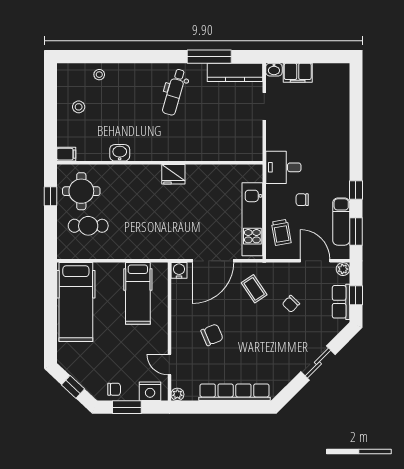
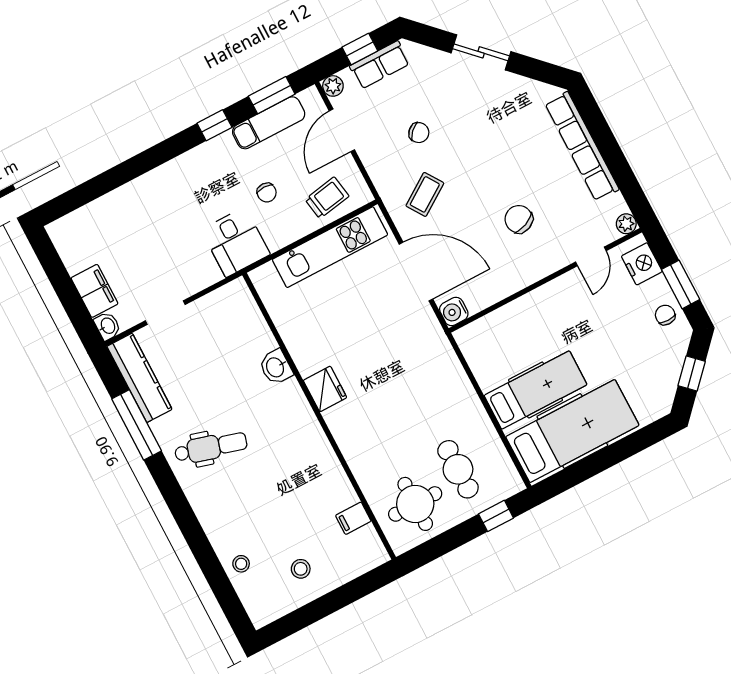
washbasin: (120, 153) -> (276, 367), moved
filing cabinet: (66, 154) -> (353, 518), moved, turned -90
window: (50, 196) -> (496, 516), moved
hospital bed: (138, 293) -> (536, 390), moved

